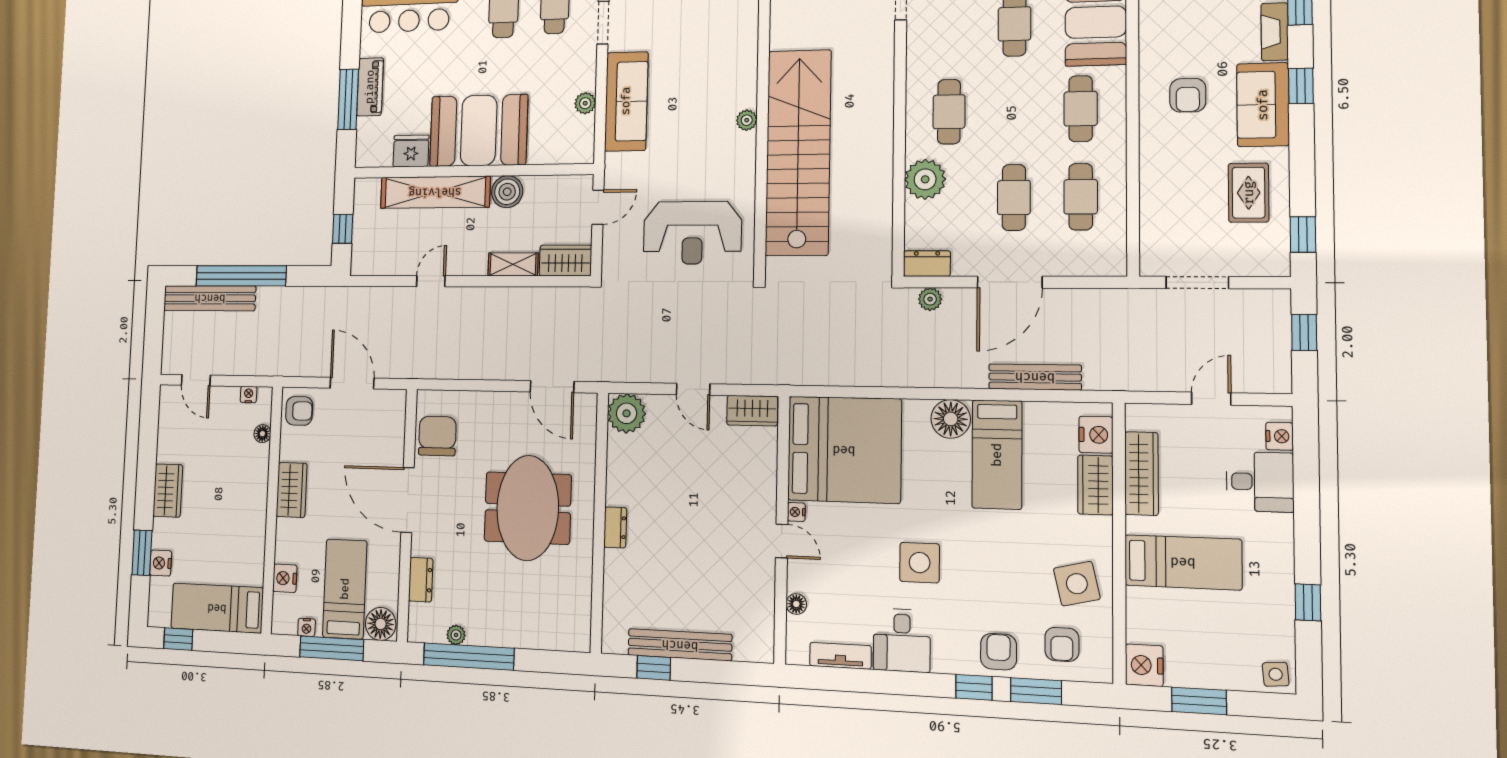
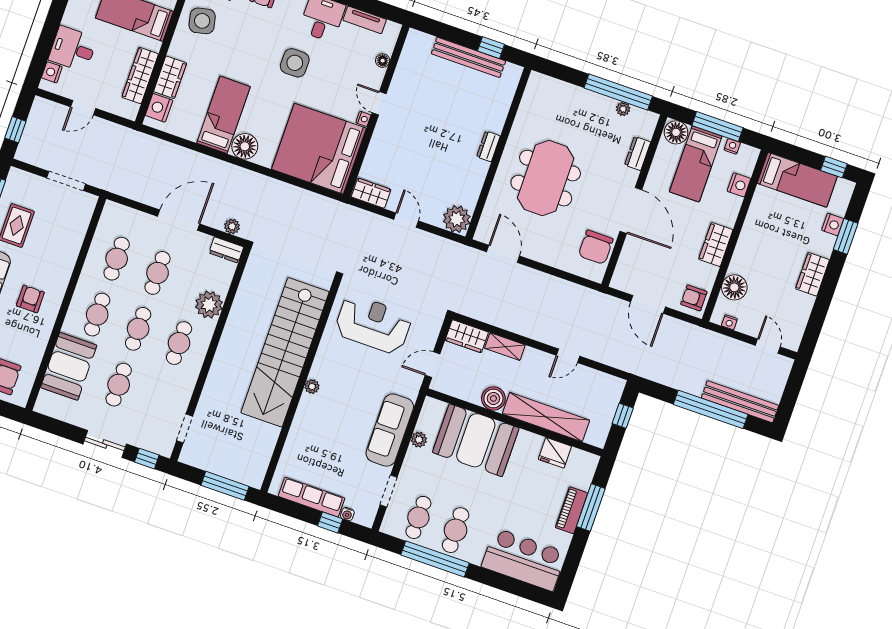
cafe table: (1014, 110) -> (138, 329), added
booth: (479, 130) -> (476, 440), moved
bench: (1035, 377) -> (184, 155), removed
floor lamp: (262, 434) -> (734, 287), width x1.89, depth x1.89

